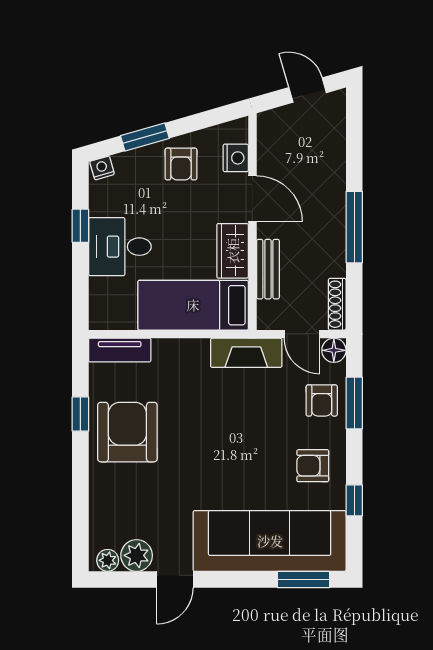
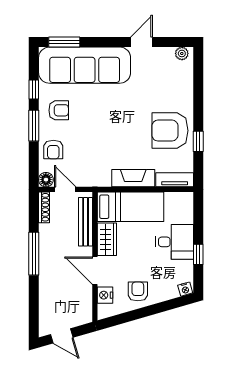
window: (145, 137) -> (159, 308), removed
bench: (268, 269) -> (86, 222), width x1.36
fireplace: (246, 353) -> (133, 178), moved
armchair: (322, 400) -> (53, 149), turned 180
window: (354, 403) -> (34, 126), moved
armchair: (127, 432) -> (170, 131), turned 90
plant: (137, 555) -> (164, 56), removed

